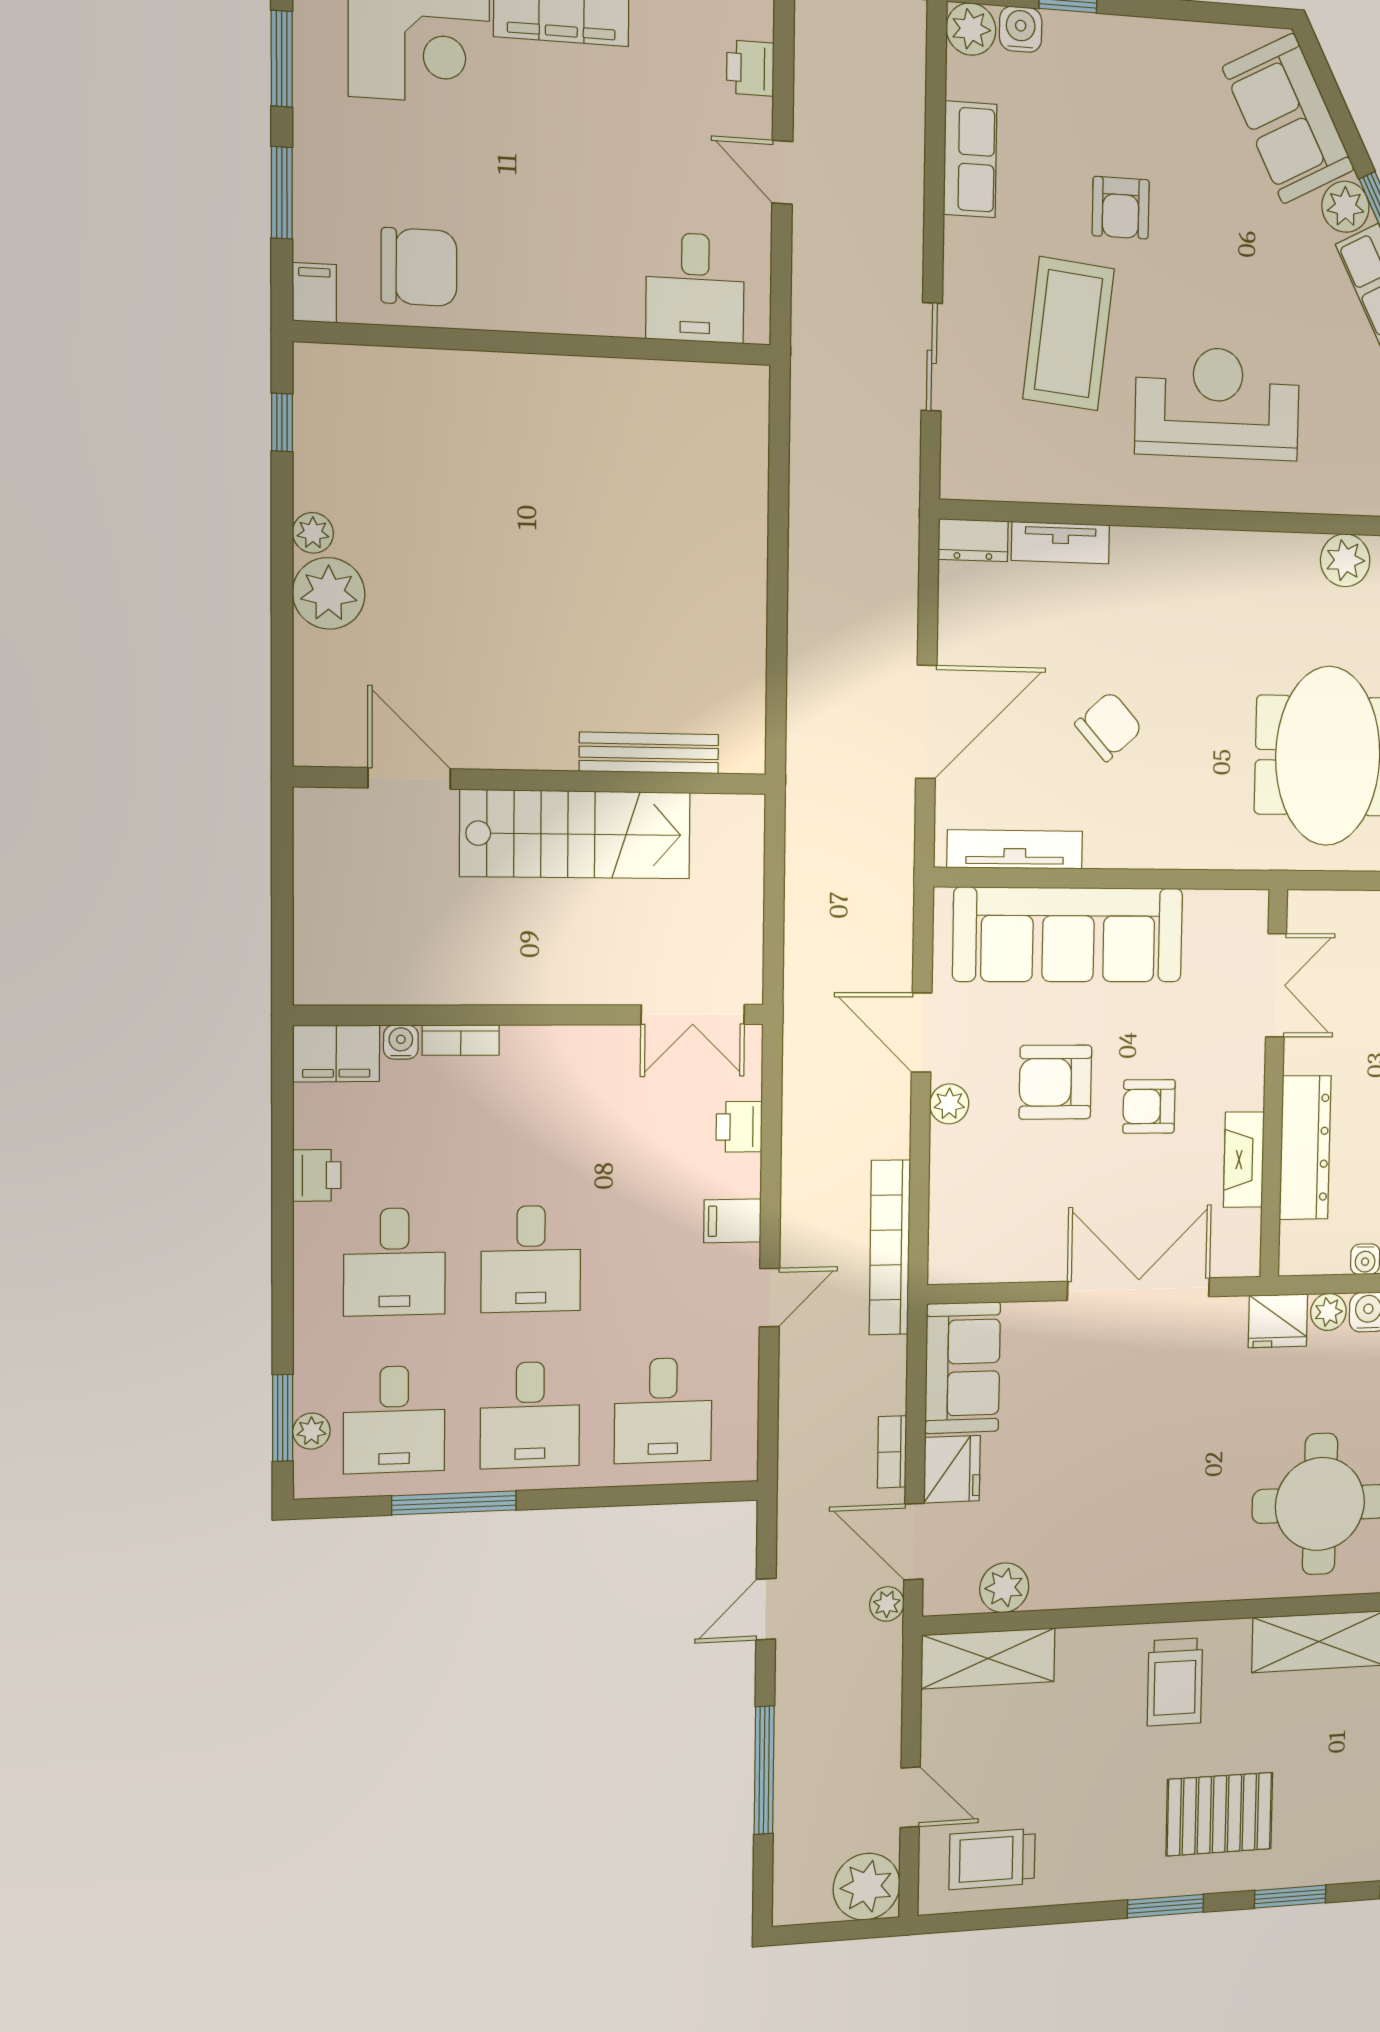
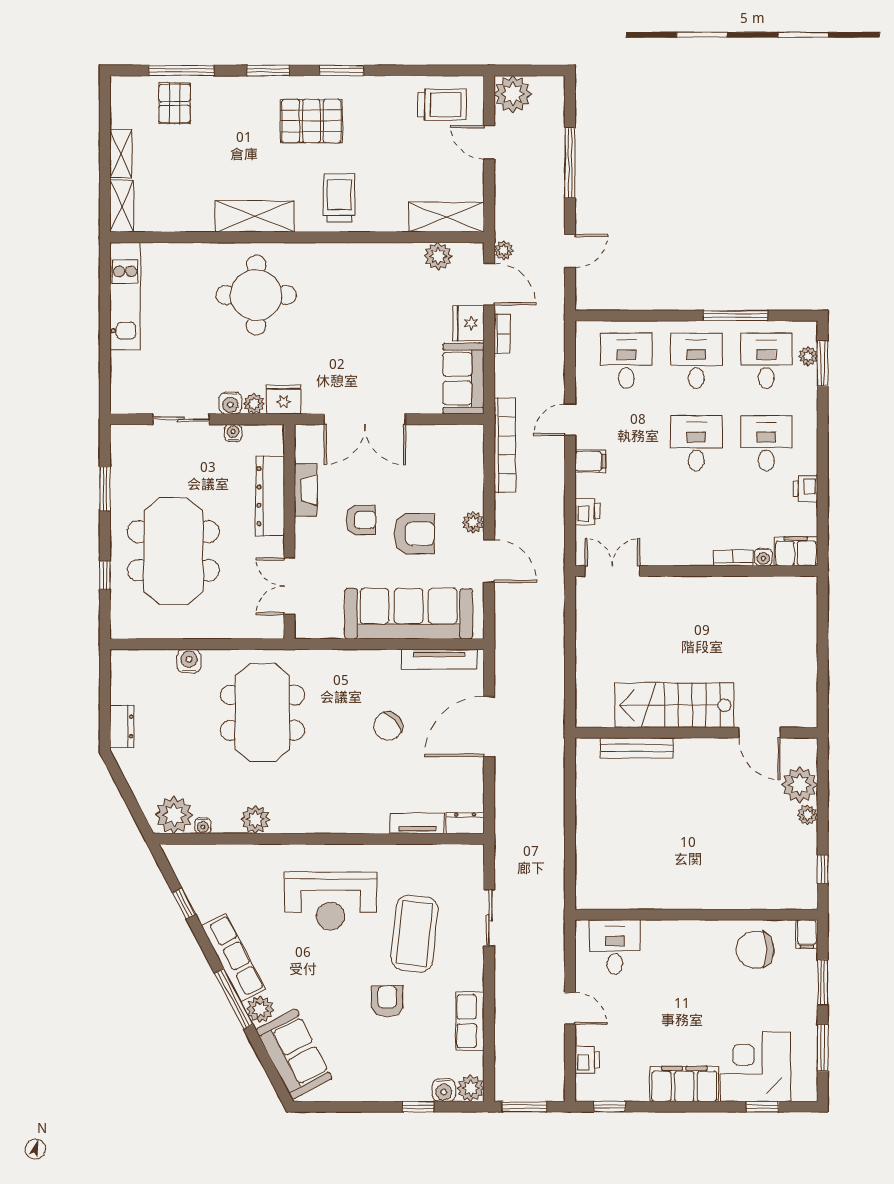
bench: (649, 753) -> (637, 748), moved
door: (409, 778) -> (759, 733), moved
wall: (534, 780) -> (696, 733), moved
stairs: (576, 834) -> (674, 705), moved

